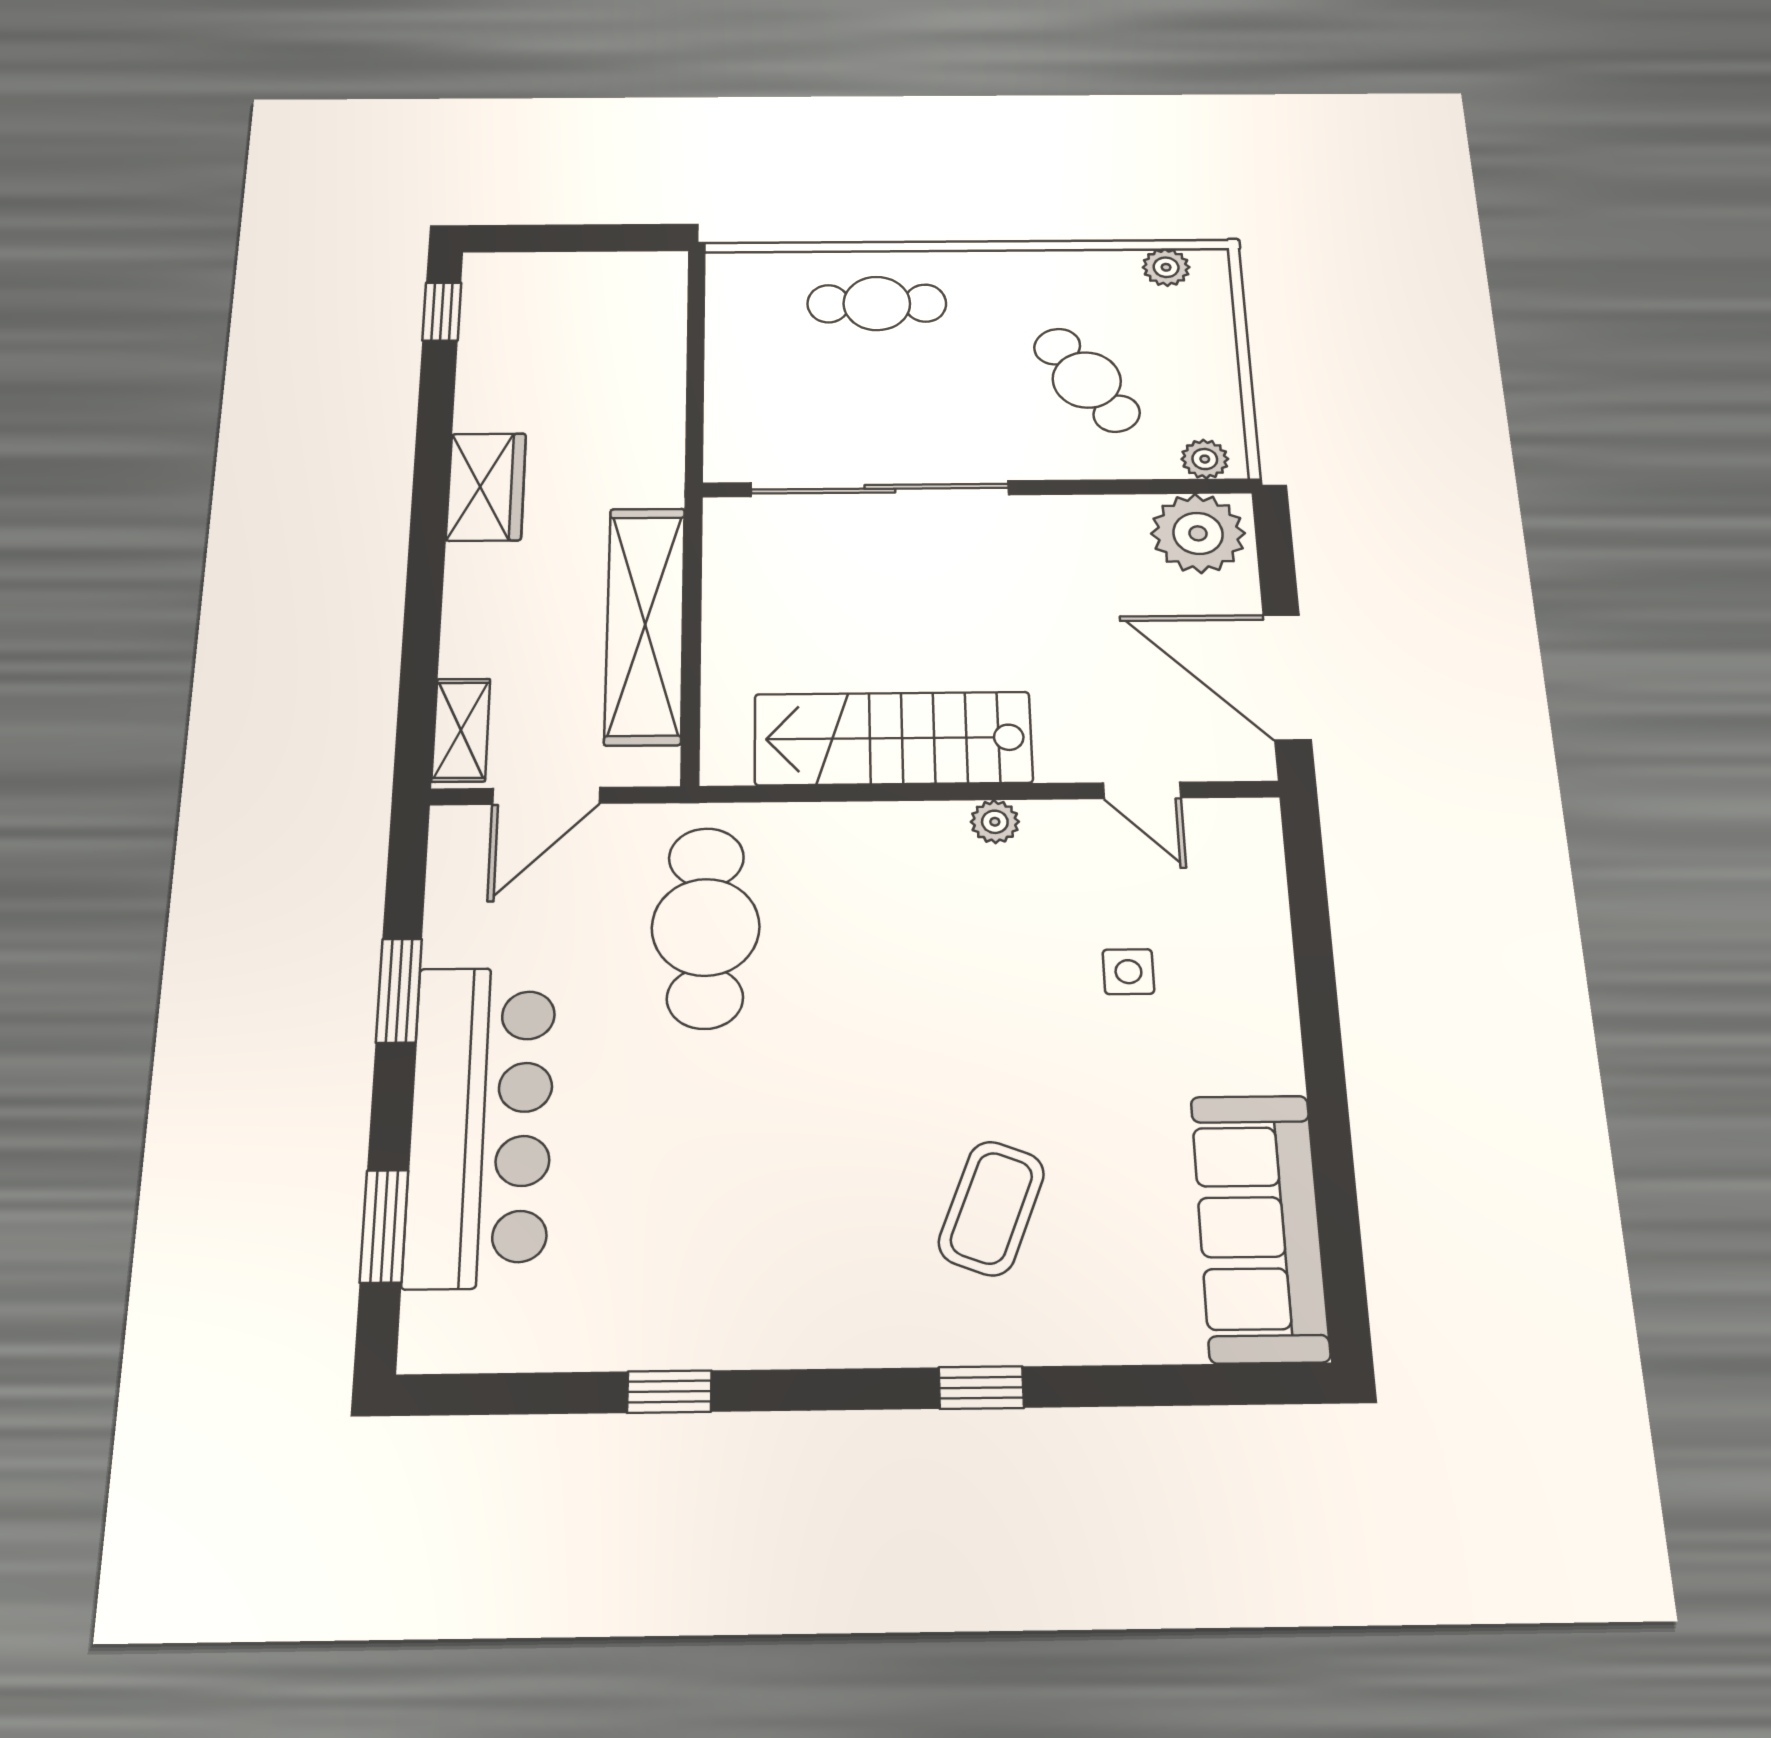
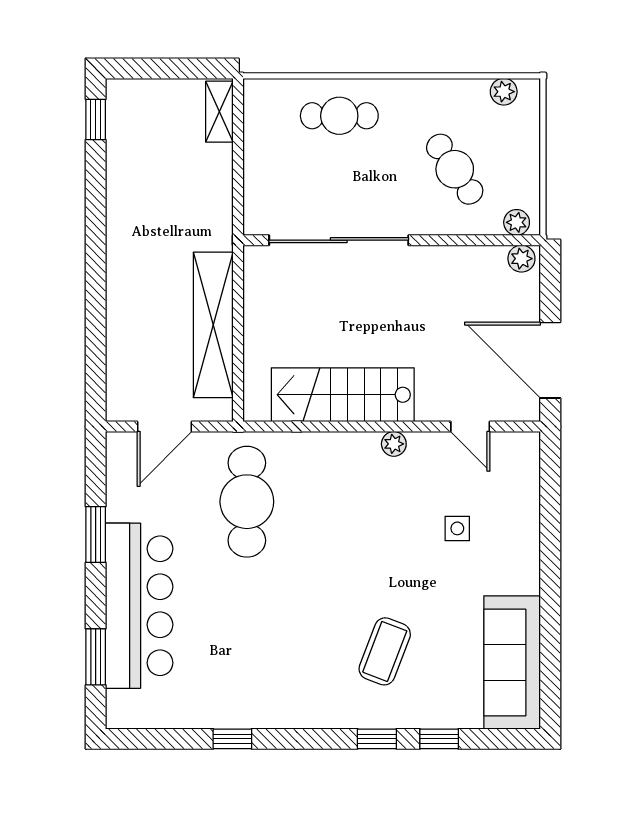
wardrobe: (486, 487) -> (126, 237), removed
plant: (1198, 533) -> (521, 259), width x0.53, depth x0.53
shelving: (461, 730) -> (219, 112), moved
window: (1115, 1386) -> (439, 739), added

